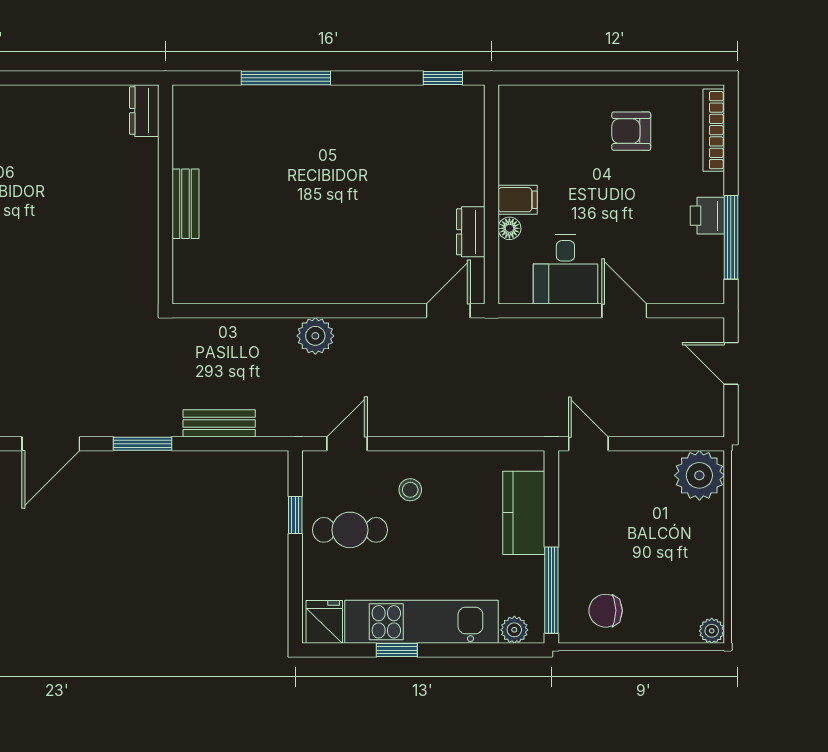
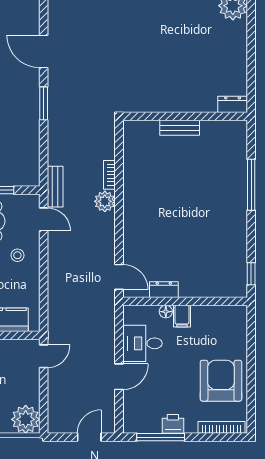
armchair: (631, 131) -> (221, 381), width x1.88, depth x1.88
bookcase: (269, 328) -> (109, 175), added
bench: (219, 423) -> (55, 187), moved

